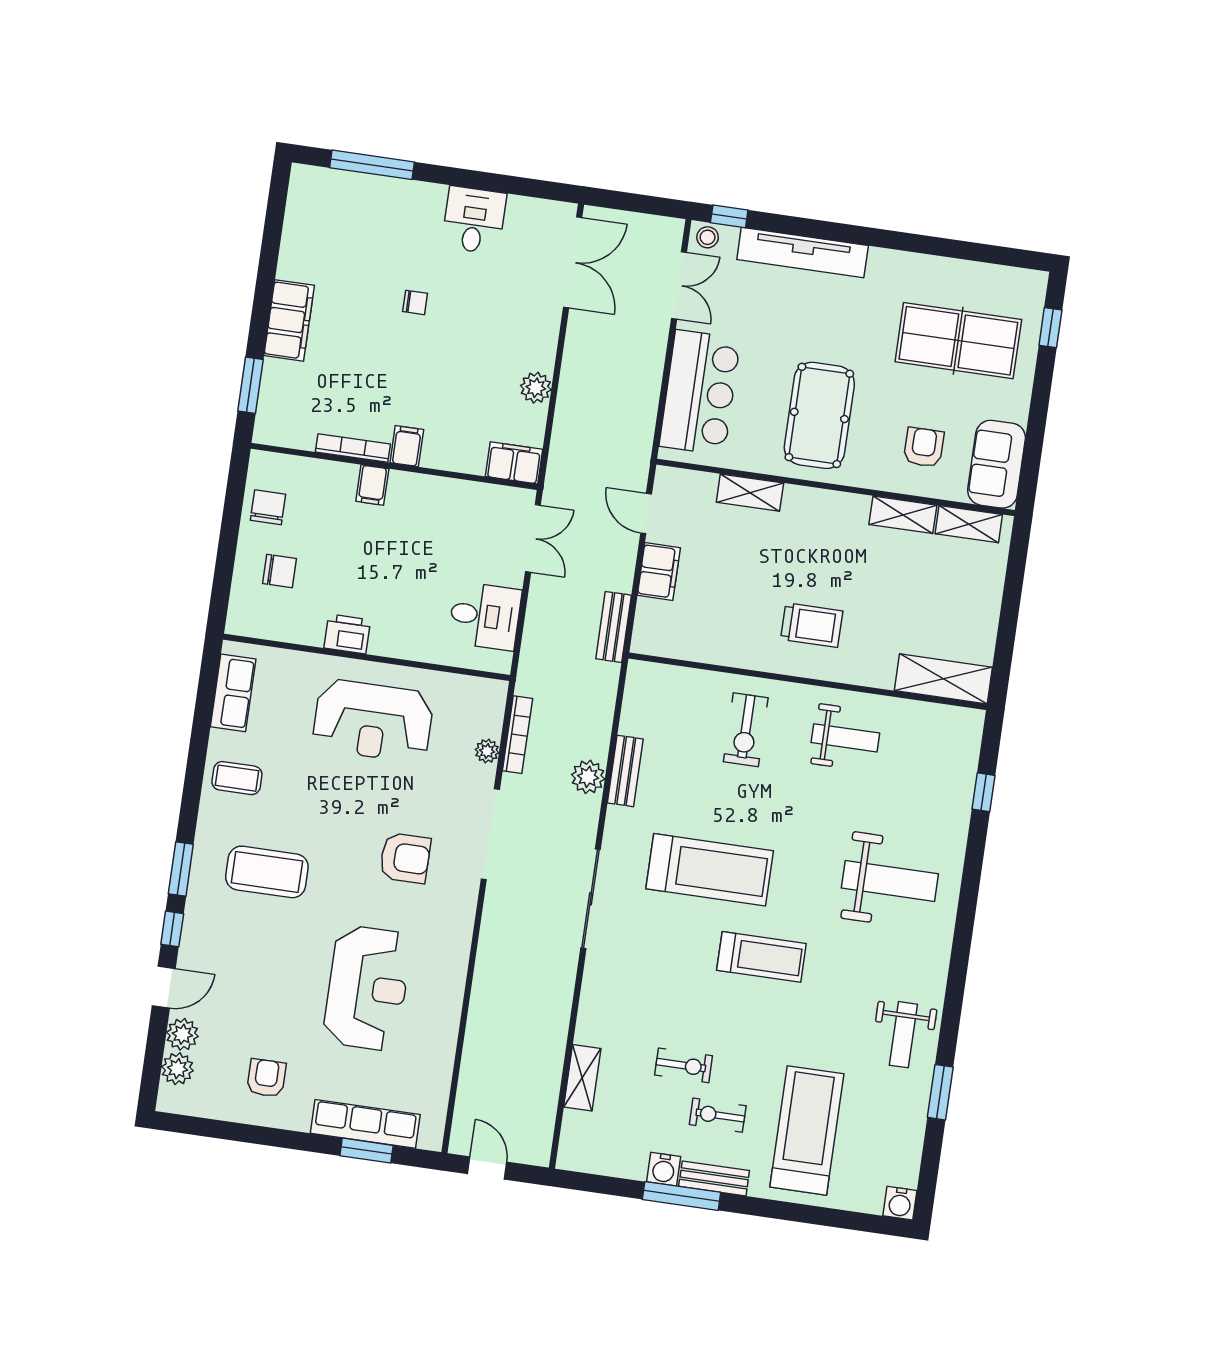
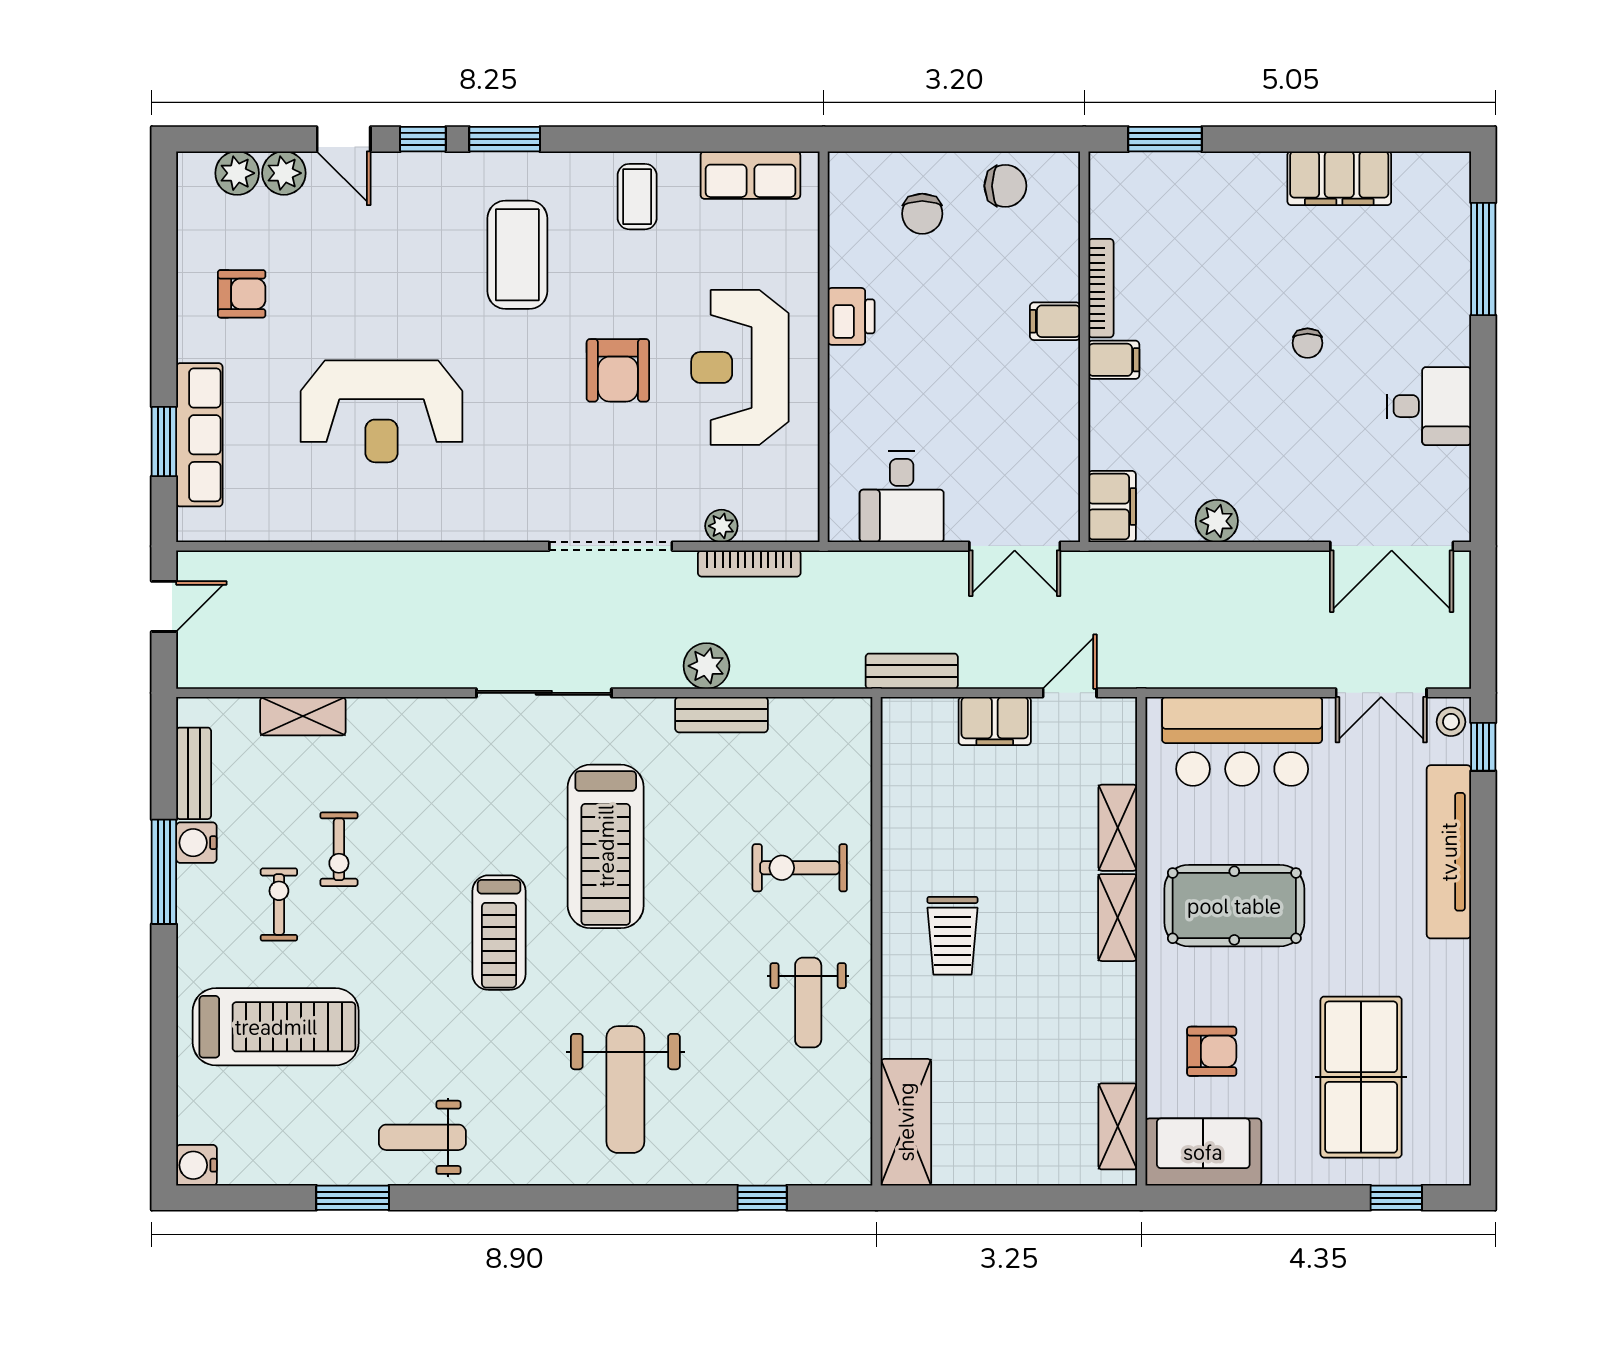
filing cabinet: (289, 320) -> (1339, 178), moved
shelving: (903, 515) -> (1118, 918), moved
armchair: (405, 858) -> (618, 370), moved
bench: (714, 1178) -> (194, 773), moved

